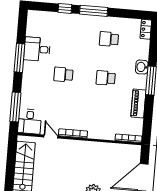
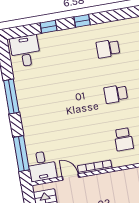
window: (94, 11) -> (82, 21), width x0.46
desk: (37, 49) -> (25, 51), moved, turned 90
school desk: (63, 75) -> (124, 139), moved, turned -90

